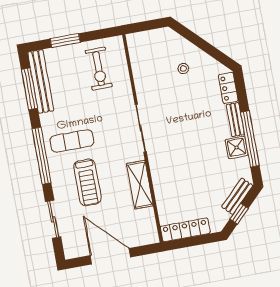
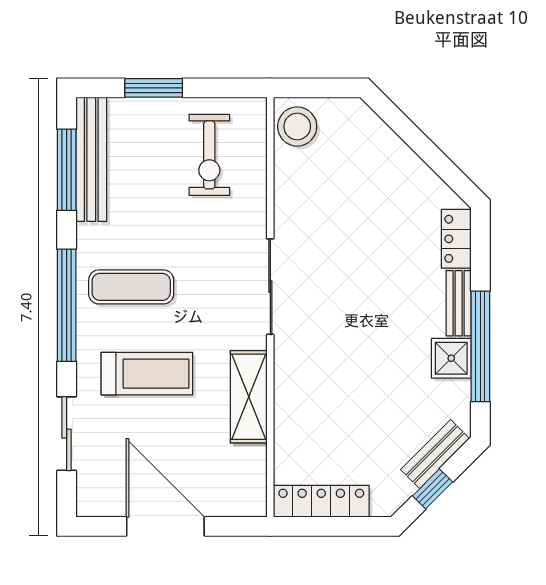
stool: (183, 69) -> (297, 126), moved, width x1.89, depth x1.89
treadmill: (87, 182) -> (147, 374), turned -90

